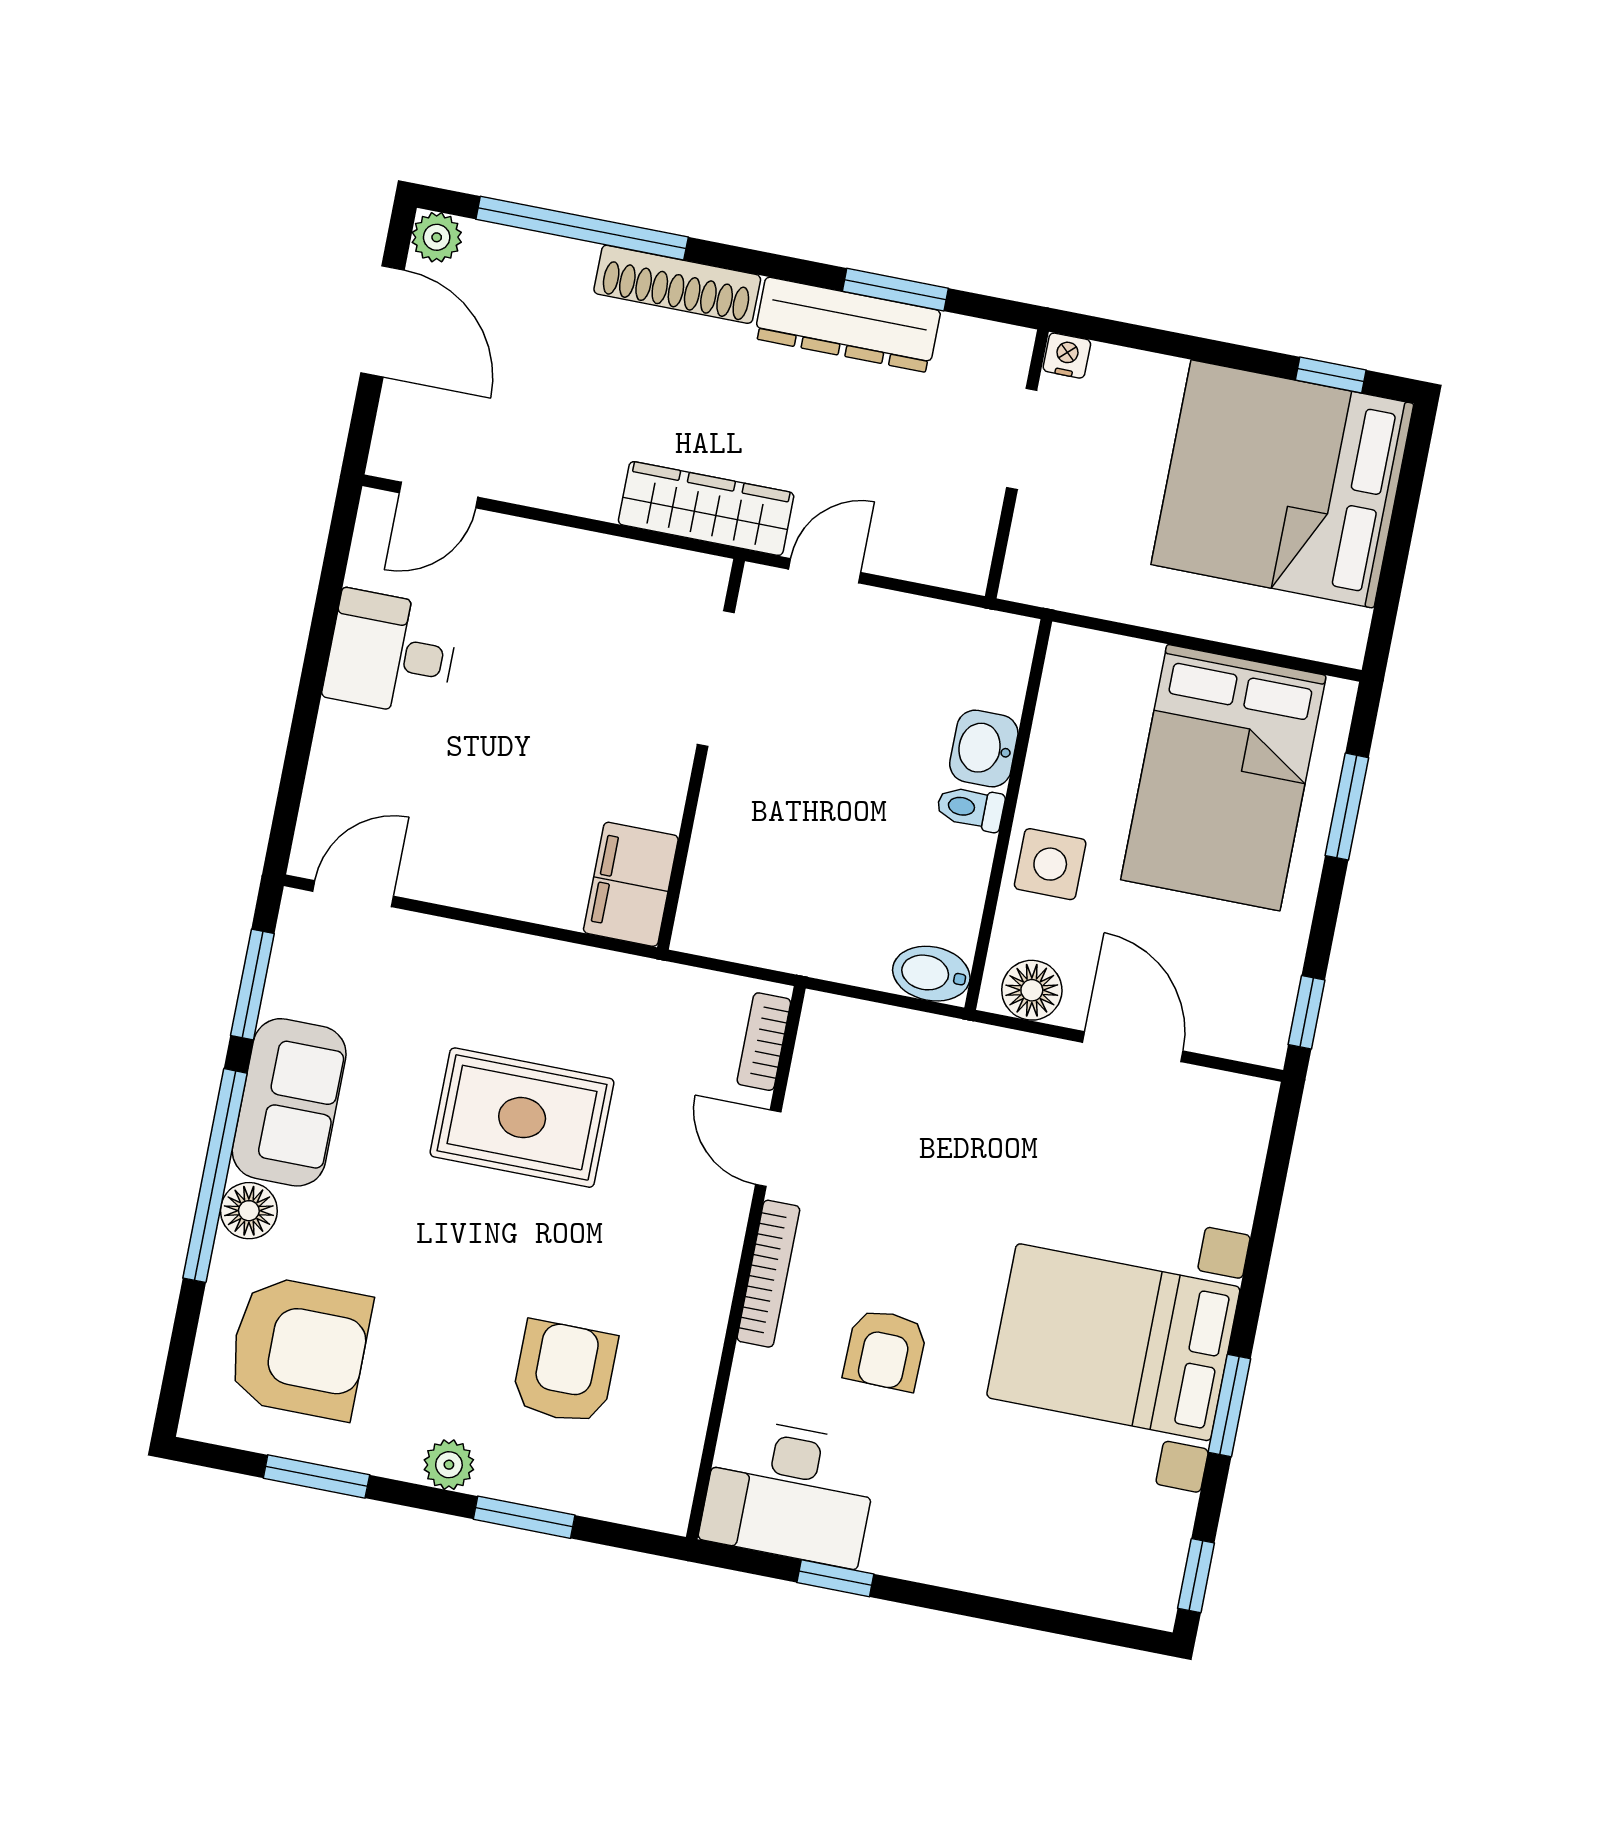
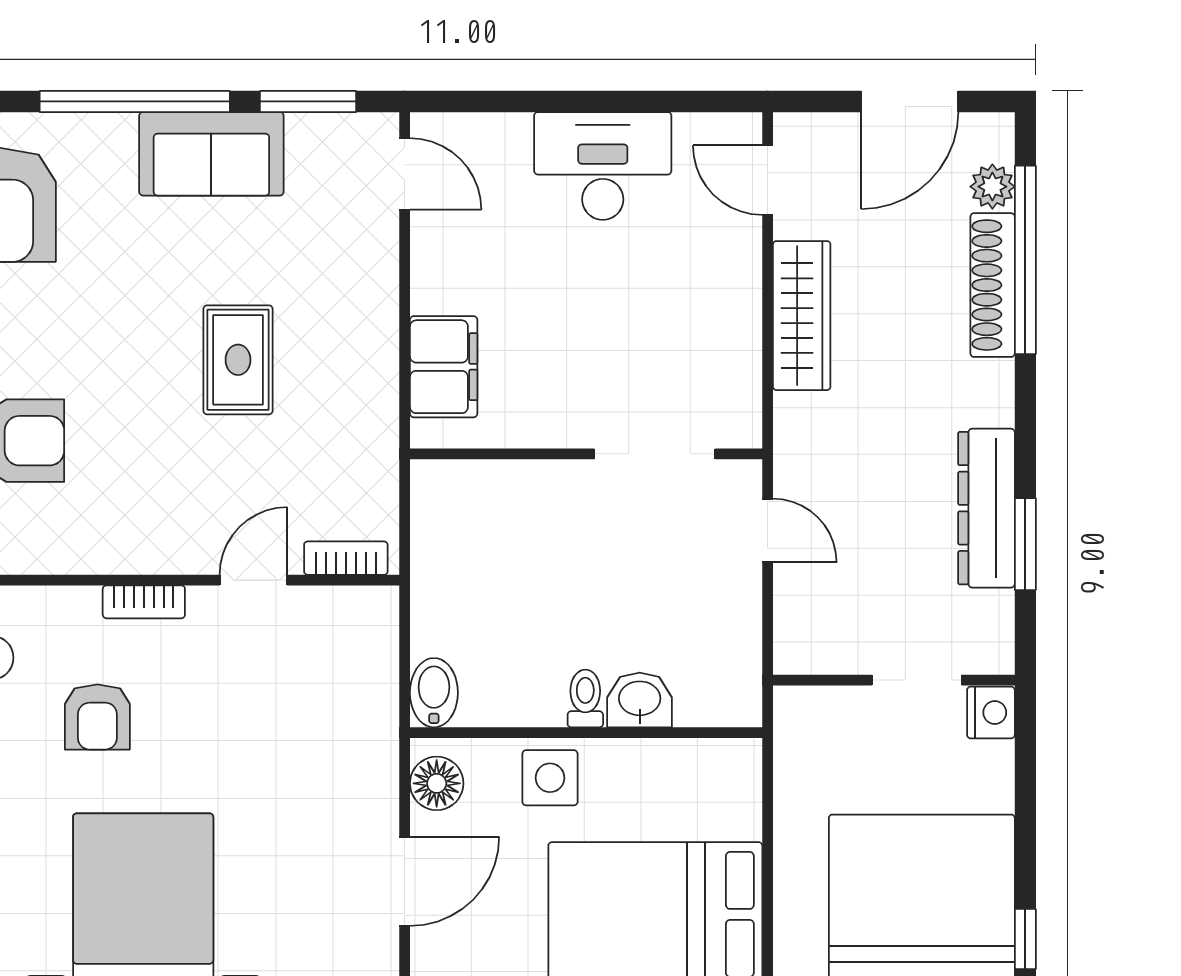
plant: (437, 237) -> (992, 187), moved
shoe rack: (677, 284) -> (993, 285), moved
nightstand: (1067, 356) -> (991, 712), width x1.39, depth x1.35
wardrobe: (706, 509) -> (802, 316), moved
desk: (391, 653) -> (603, 166), width x1.37
filing cabinet: (631, 884) -> (444, 367), moved, turned 90
rug: (522, 1118) -> (238, 360), width x0.73, depth x0.70
floor lamp: (249, 1211) -> (110, 137), removed
bookcase: (768, 1274) -> (144, 602), width x0.64
armchair: (885, 1350) -> (97, 717), turned -91

